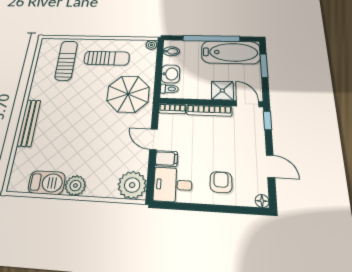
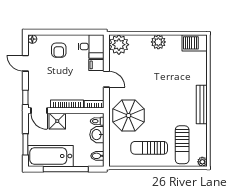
plant: (151, 45) -> (202, 162), moved
bench: (29, 123) -> (202, 104), moved
barbecue: (47, 183) -> (195, 43), moved

